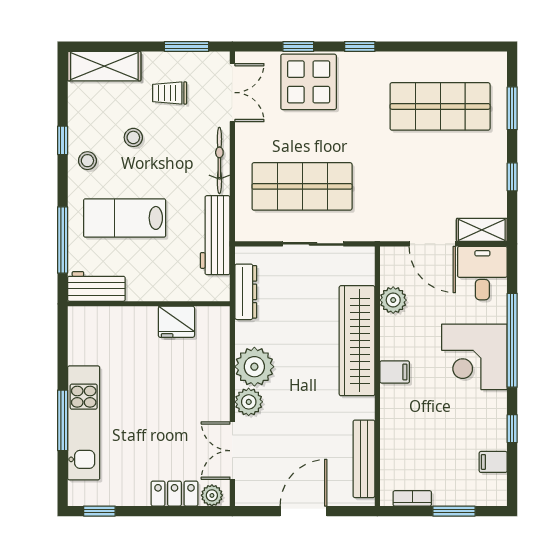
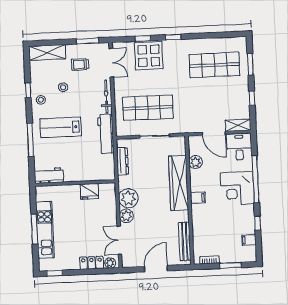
workbench: (96, 286) -> (49, 176), moved
wall: (149, 304) -> (75, 183), moved
fridge: (176, 322) -> (89, 191), moved

